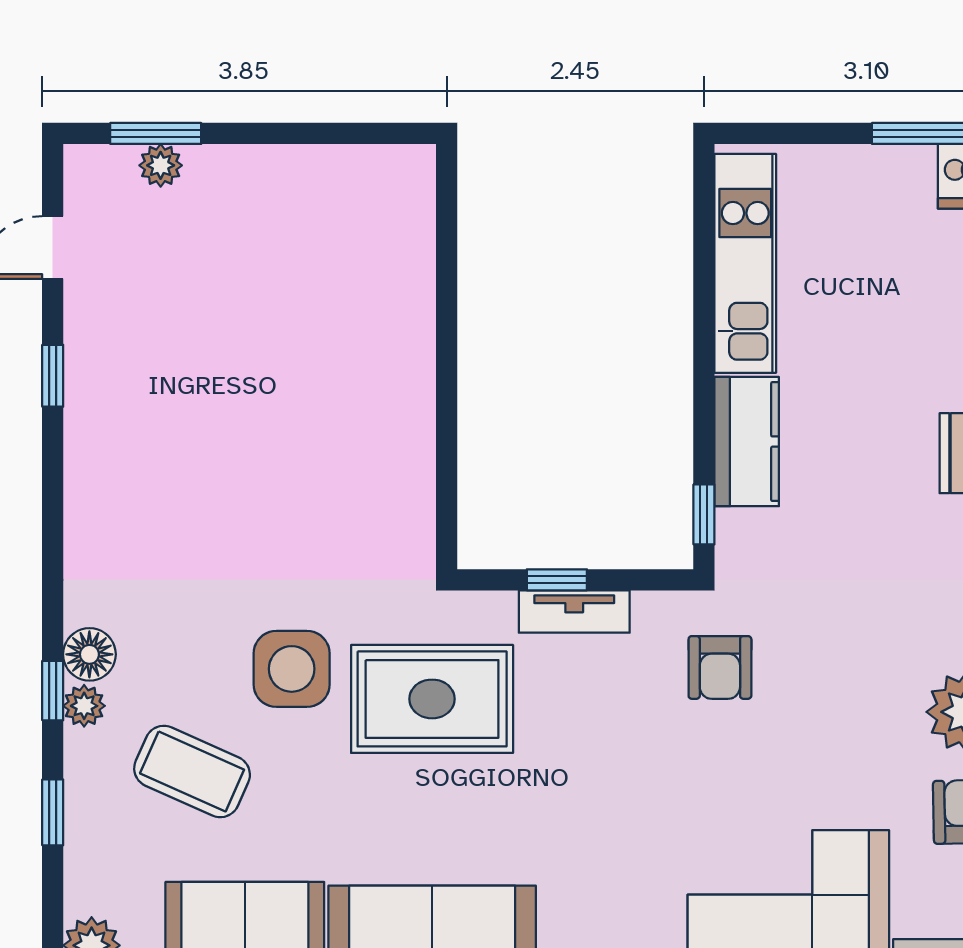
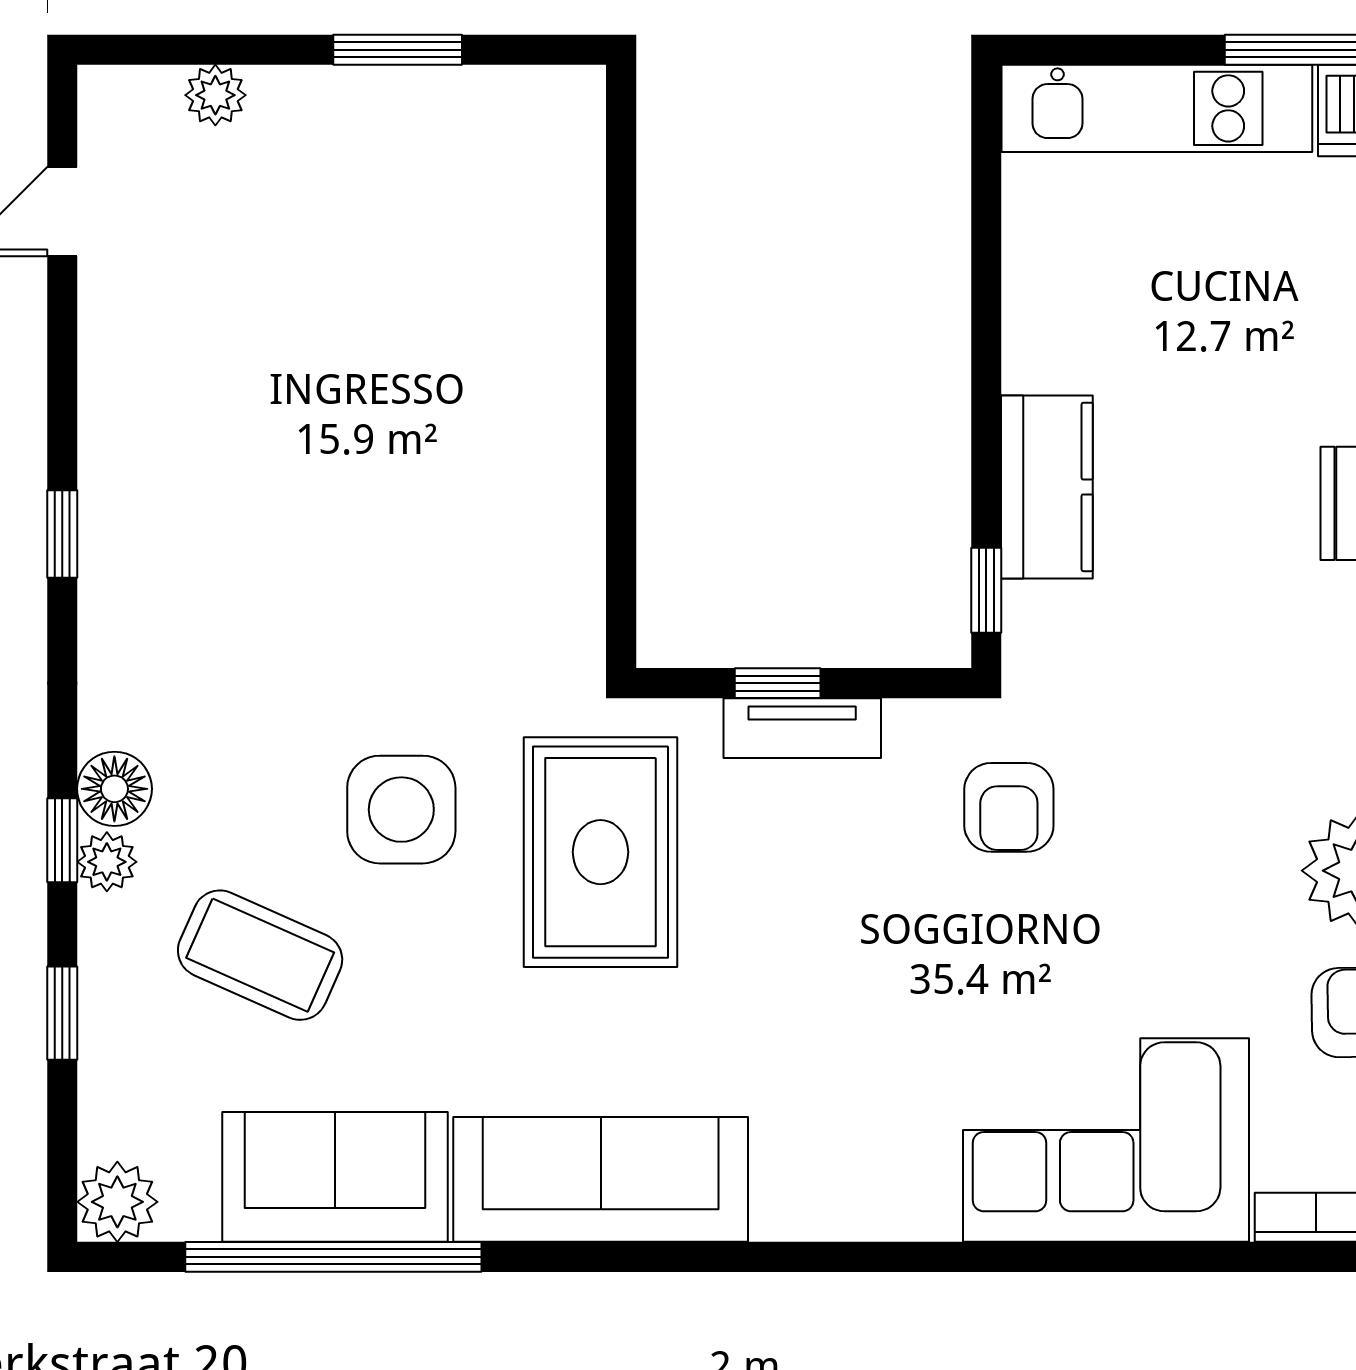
window: (156, 133) -> (398, 50), moved
kitchen unit: (745, 263) -> (1157, 108), moved, turned 90
window: (53, 376) -> (62, 534), moved
rug: (432, 699) -> (600, 852), turned 90

